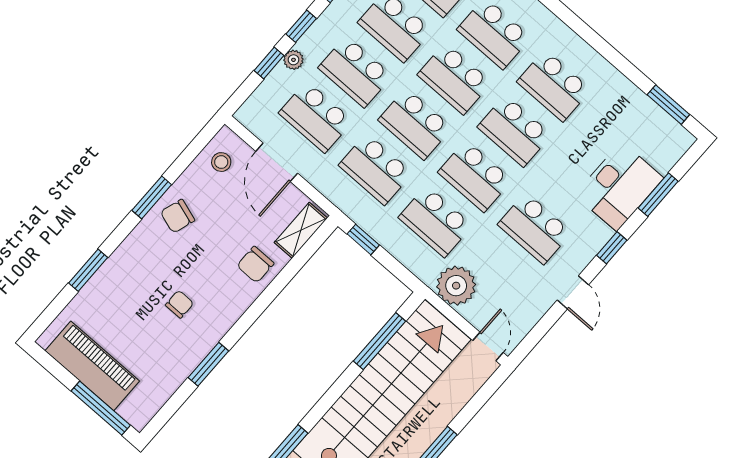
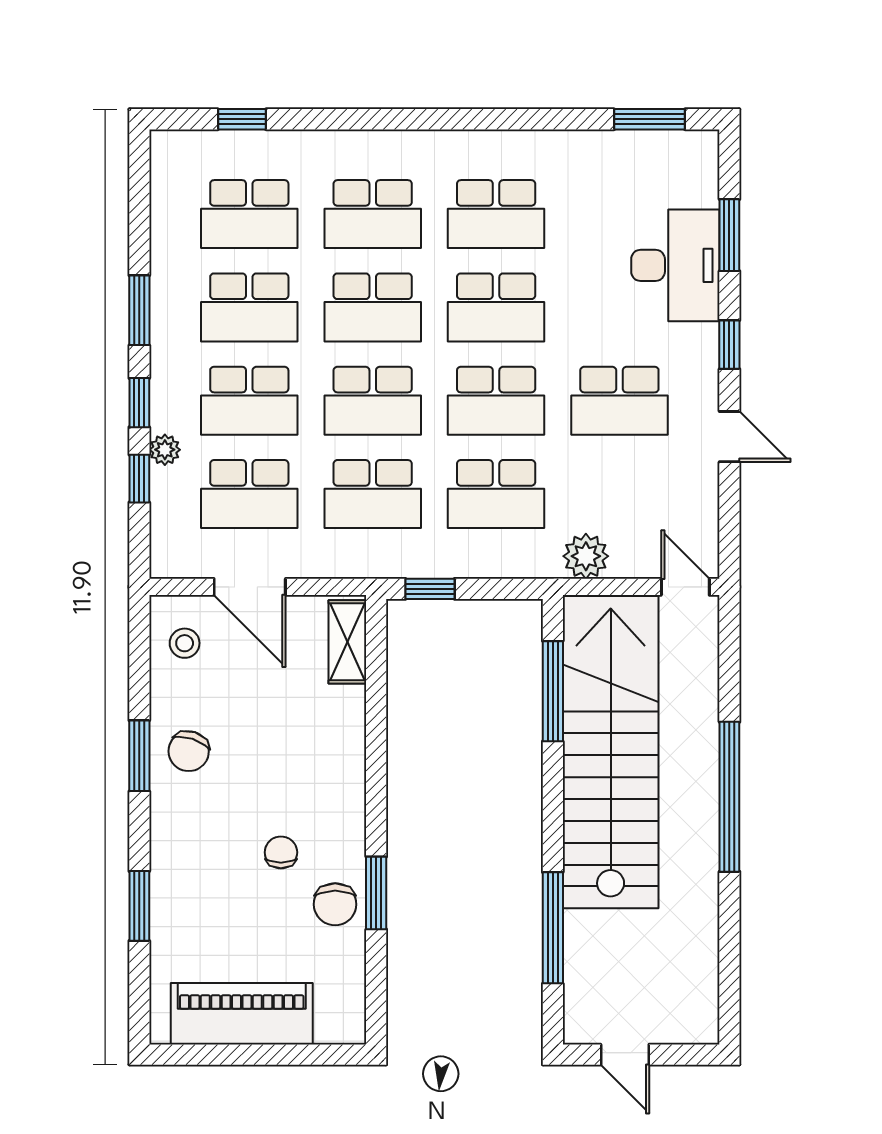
chair: (255, 265) -> (335, 904), moved
plant: (456, 286) -> (586, 556), width x0.73, depth x0.73
window: (101, 408) -> (295, 1055), removed

